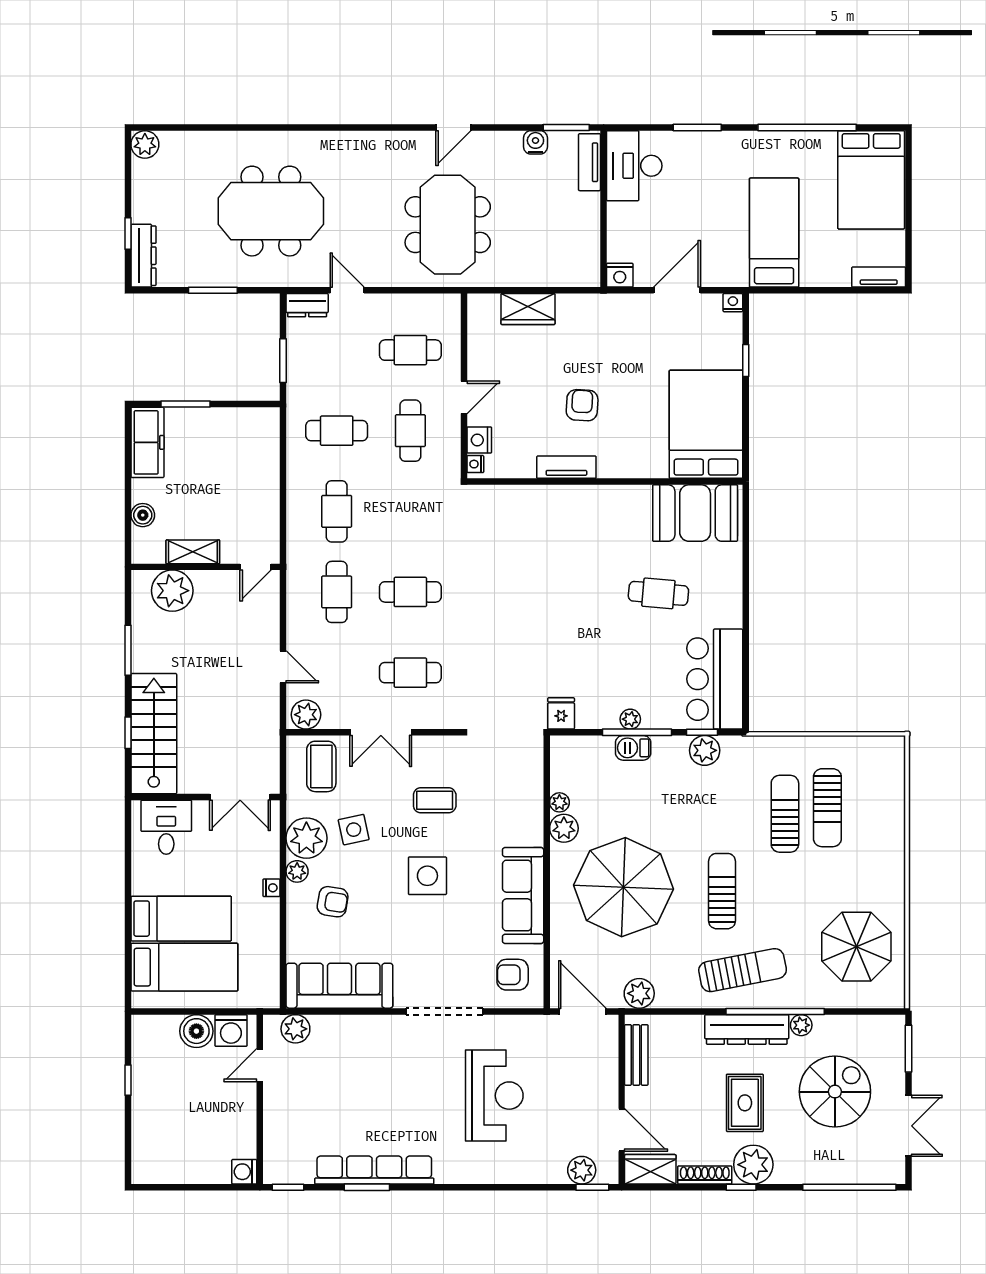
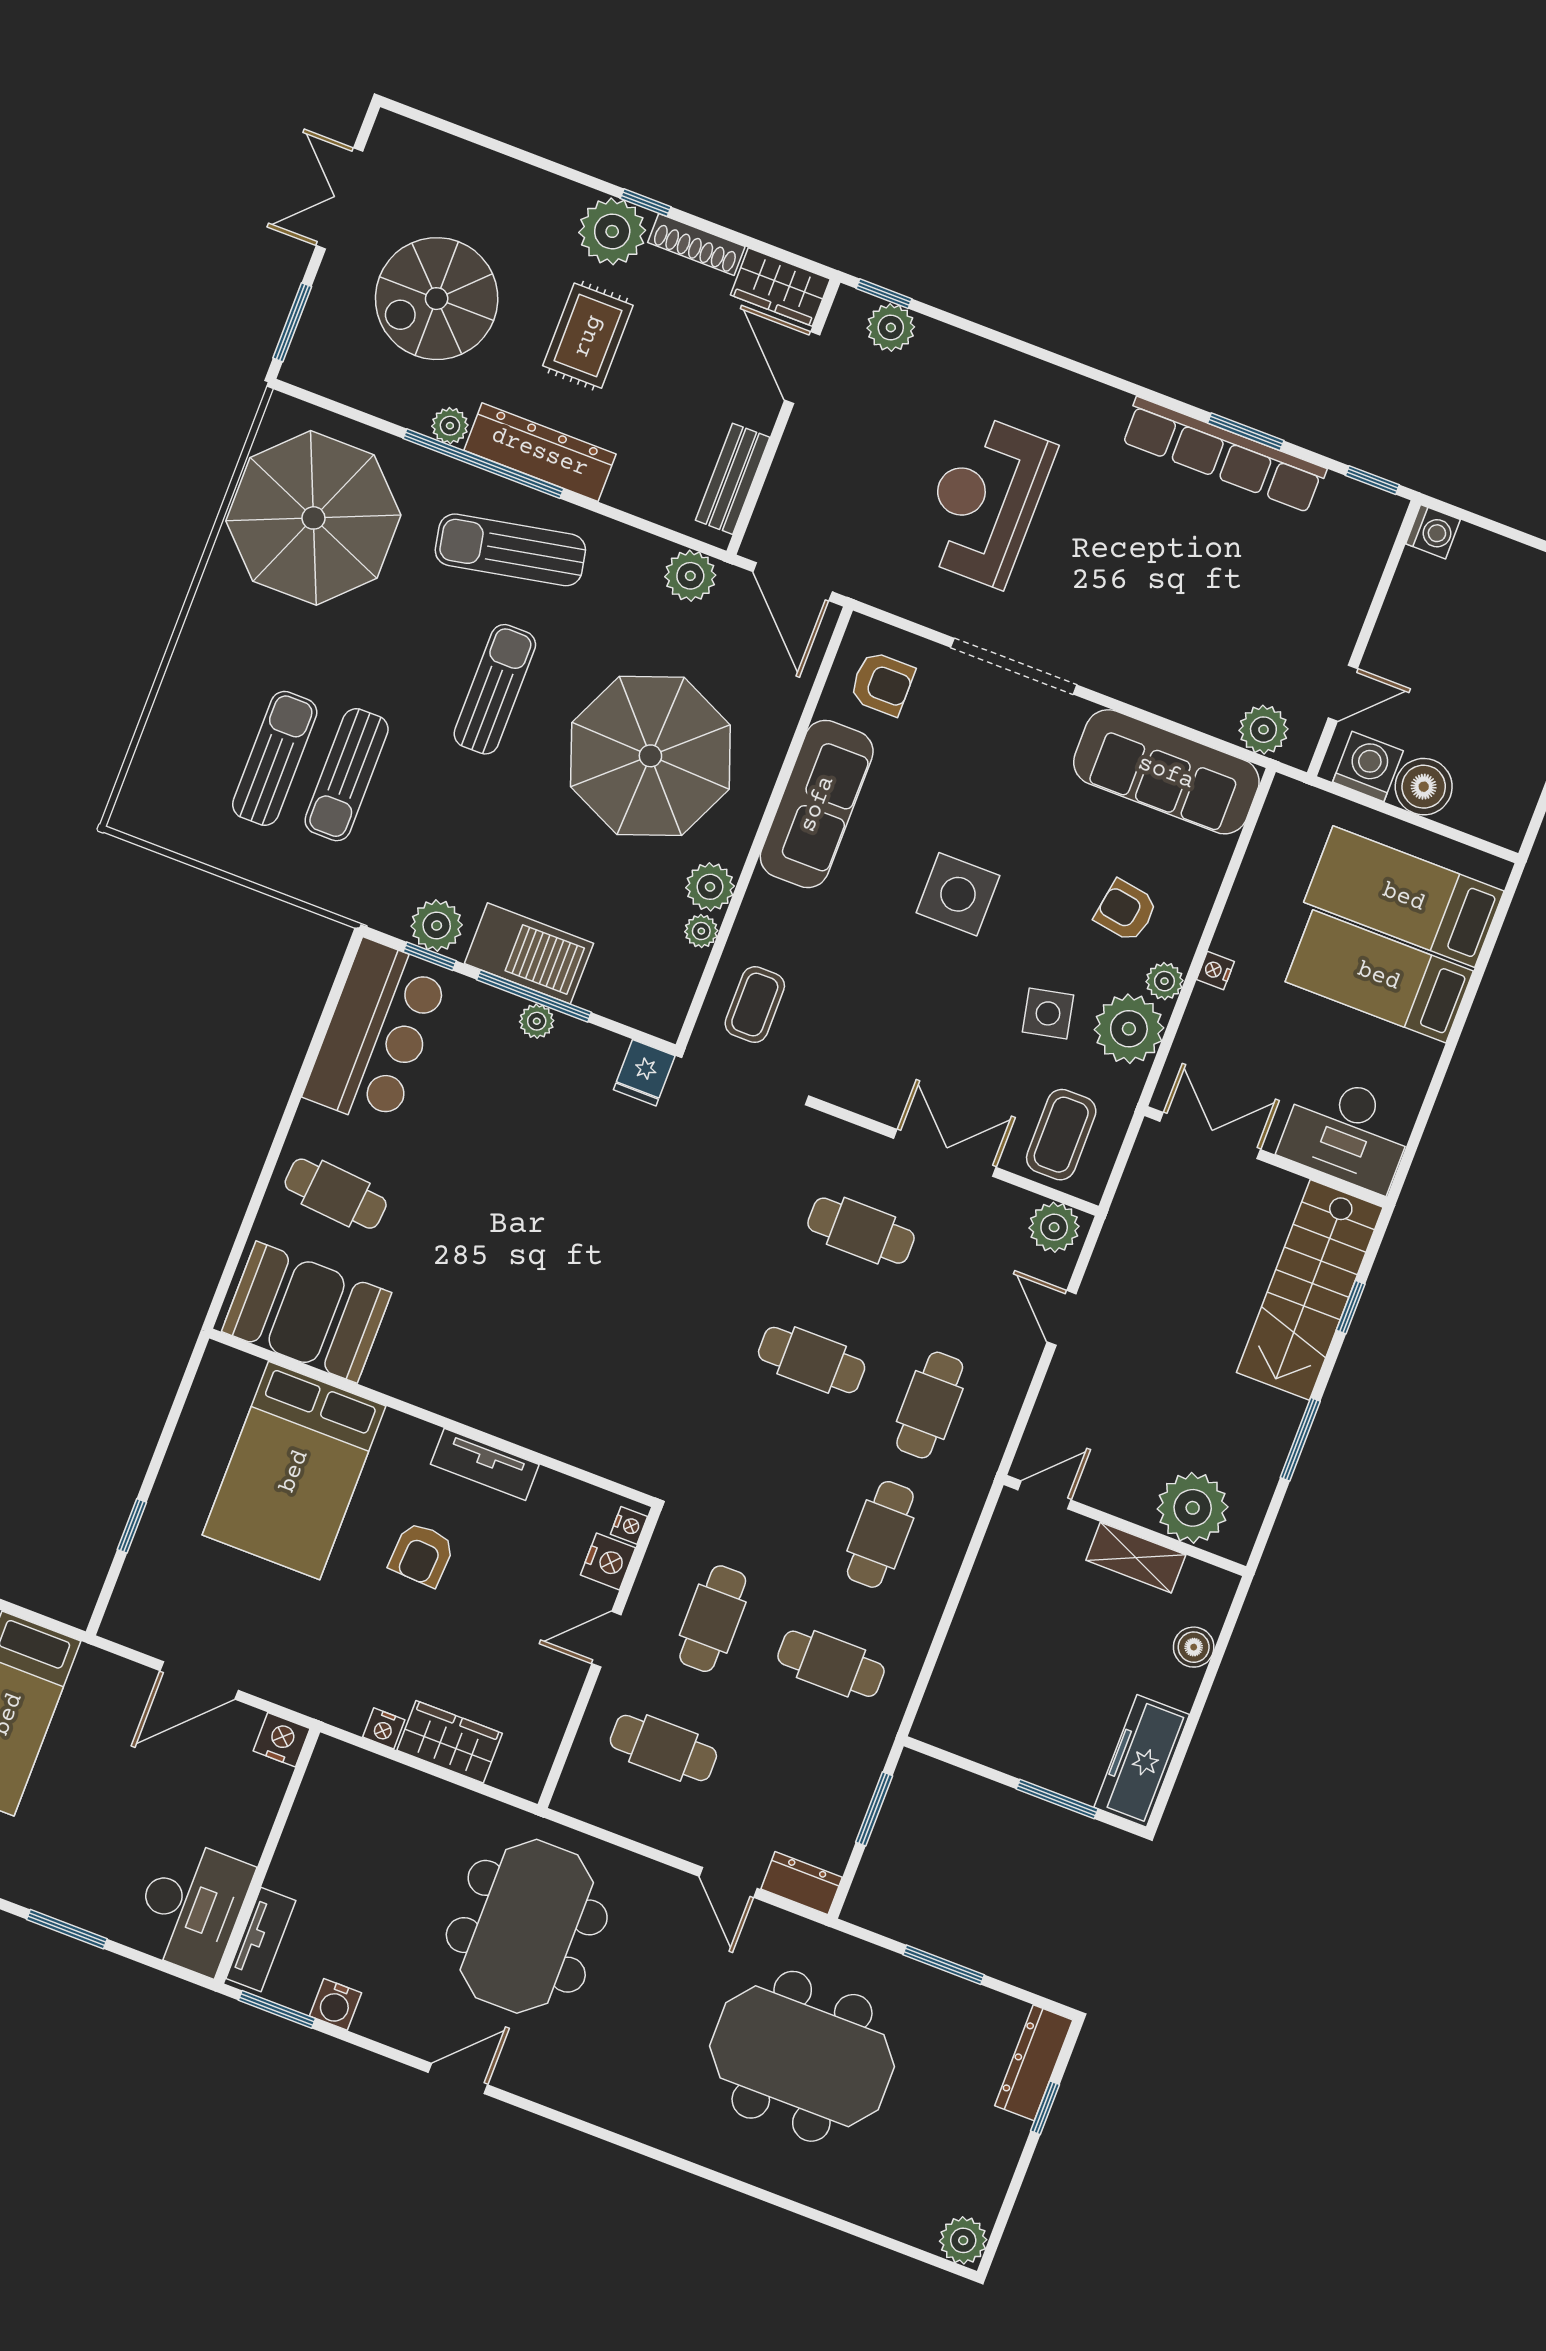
nightstand: (733, 303) -> (384, 1728), moved
bed: (706, 424) -> (294, 1471), moved
cafe table: (658, 593) -> (336, 1194), moved
barbecue: (633, 748) -> (529, 953), width x1.88, depth x1.53
coffee table: (435, 800) -> (755, 1005), moved, turned 90
desk: (166, 827) -> (1347, 1132), width x1.37
sun lounger: (722, 891) -> (495, 689), turned 180
parasol: (856, 947) -> (313, 518), width x1.36, depth x1.36
window: (849, 1187) -> (472, 136), removed

